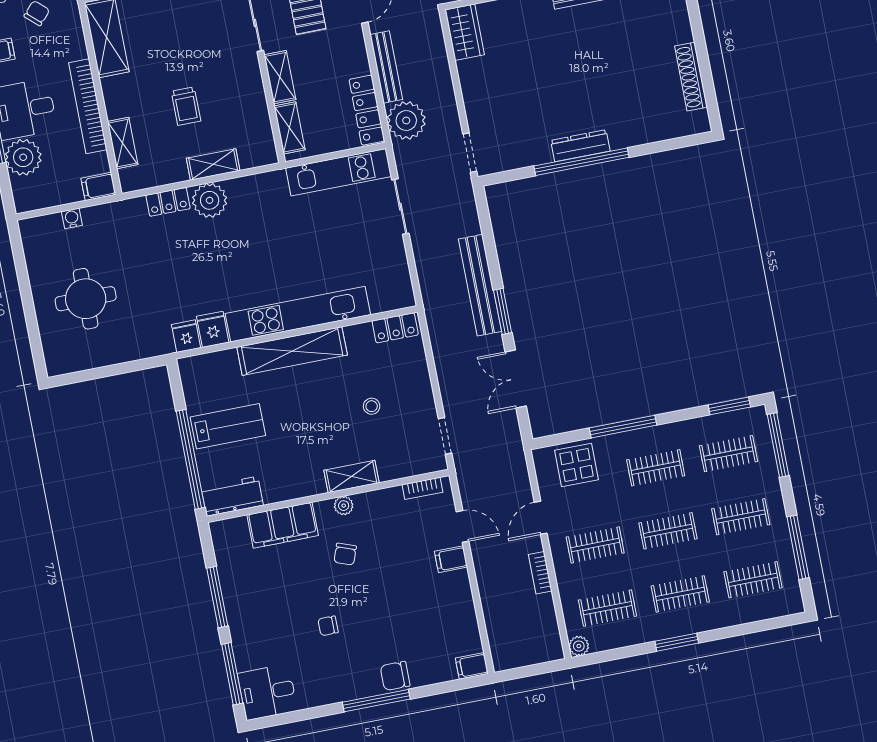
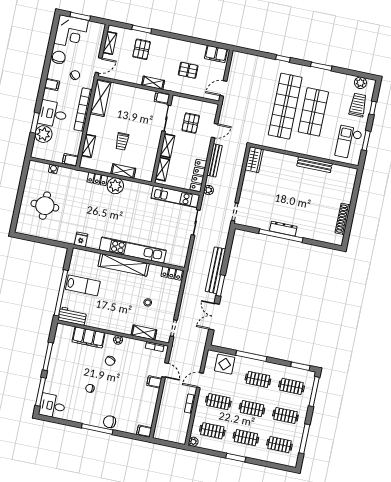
bookcase: (88, 106) -> (83, 110), moved
plant: (406, 120) -> (209, 190), width x0.53, depth x0.53
fridge: (213, 329) -> (94, 241), removed
shelving: (351, 476) -> (144, 332), moved

